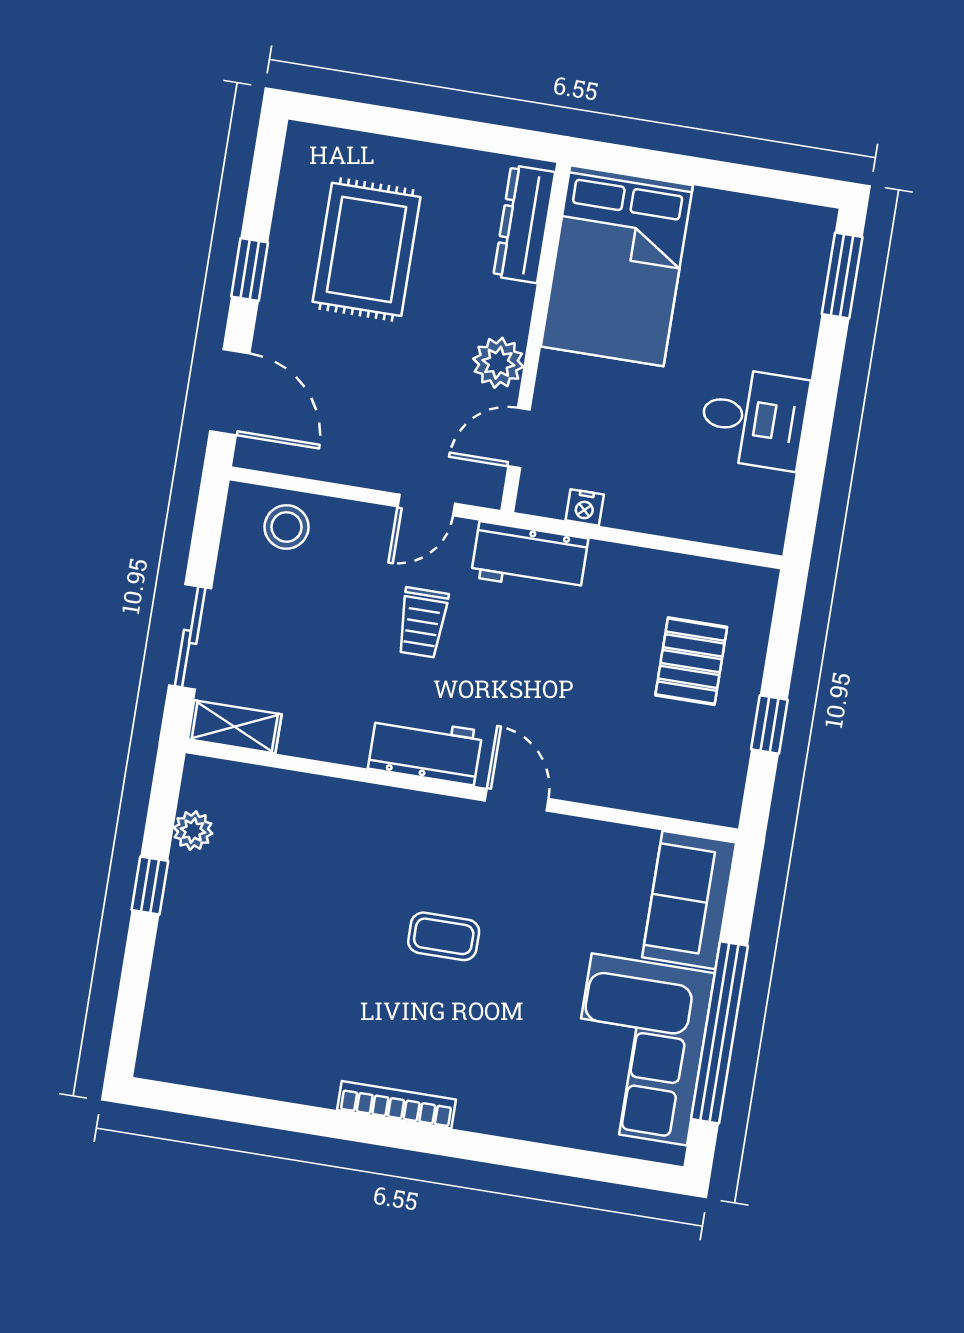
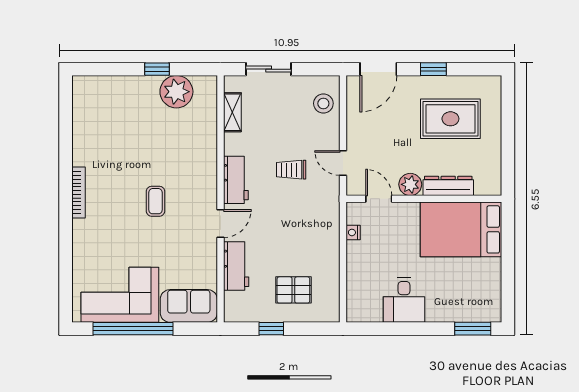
dresser: (524, 224) -> (448, 186), moved
workbench: (530, 558) -> (236, 266), moved, turned 180
shelving: (235, 727) -> (232, 112), moved
plant: (193, 830) -> (176, 92), width x1.88, depth x1.88

